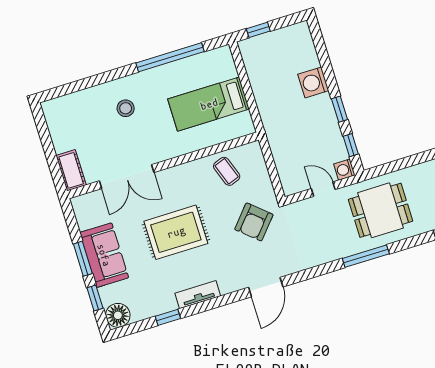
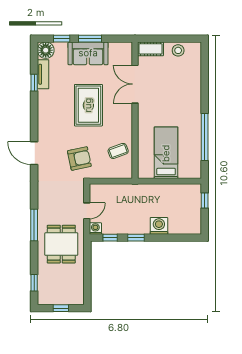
stool: (126, 108) -> (178, 50), moved
armchair: (254, 222) -> (79, 159), turned 127
tv unit: (198, 295) -> (43, 74), moved

